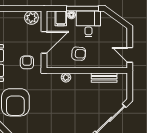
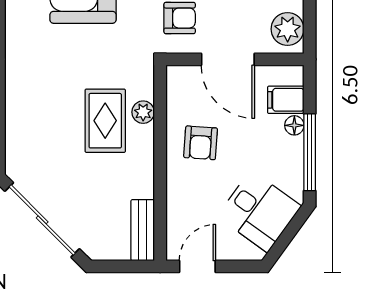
desk: (88, 24) -> (259, 211), moved, turned 36
bench: (104, 78) -> (143, 230), moved
rug: (69, 93) -> (105, 121), added

